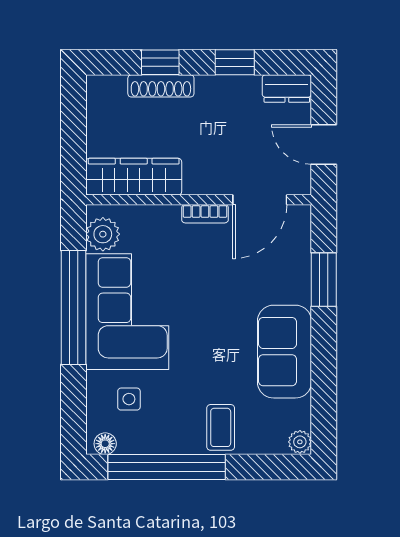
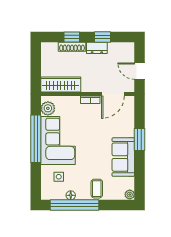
dresser: (287, 89) -> (97, 48), moved
window: (324, 280) -> (140, 139), moved
floor lamp: (105, 444) -> (71, 195), moved

